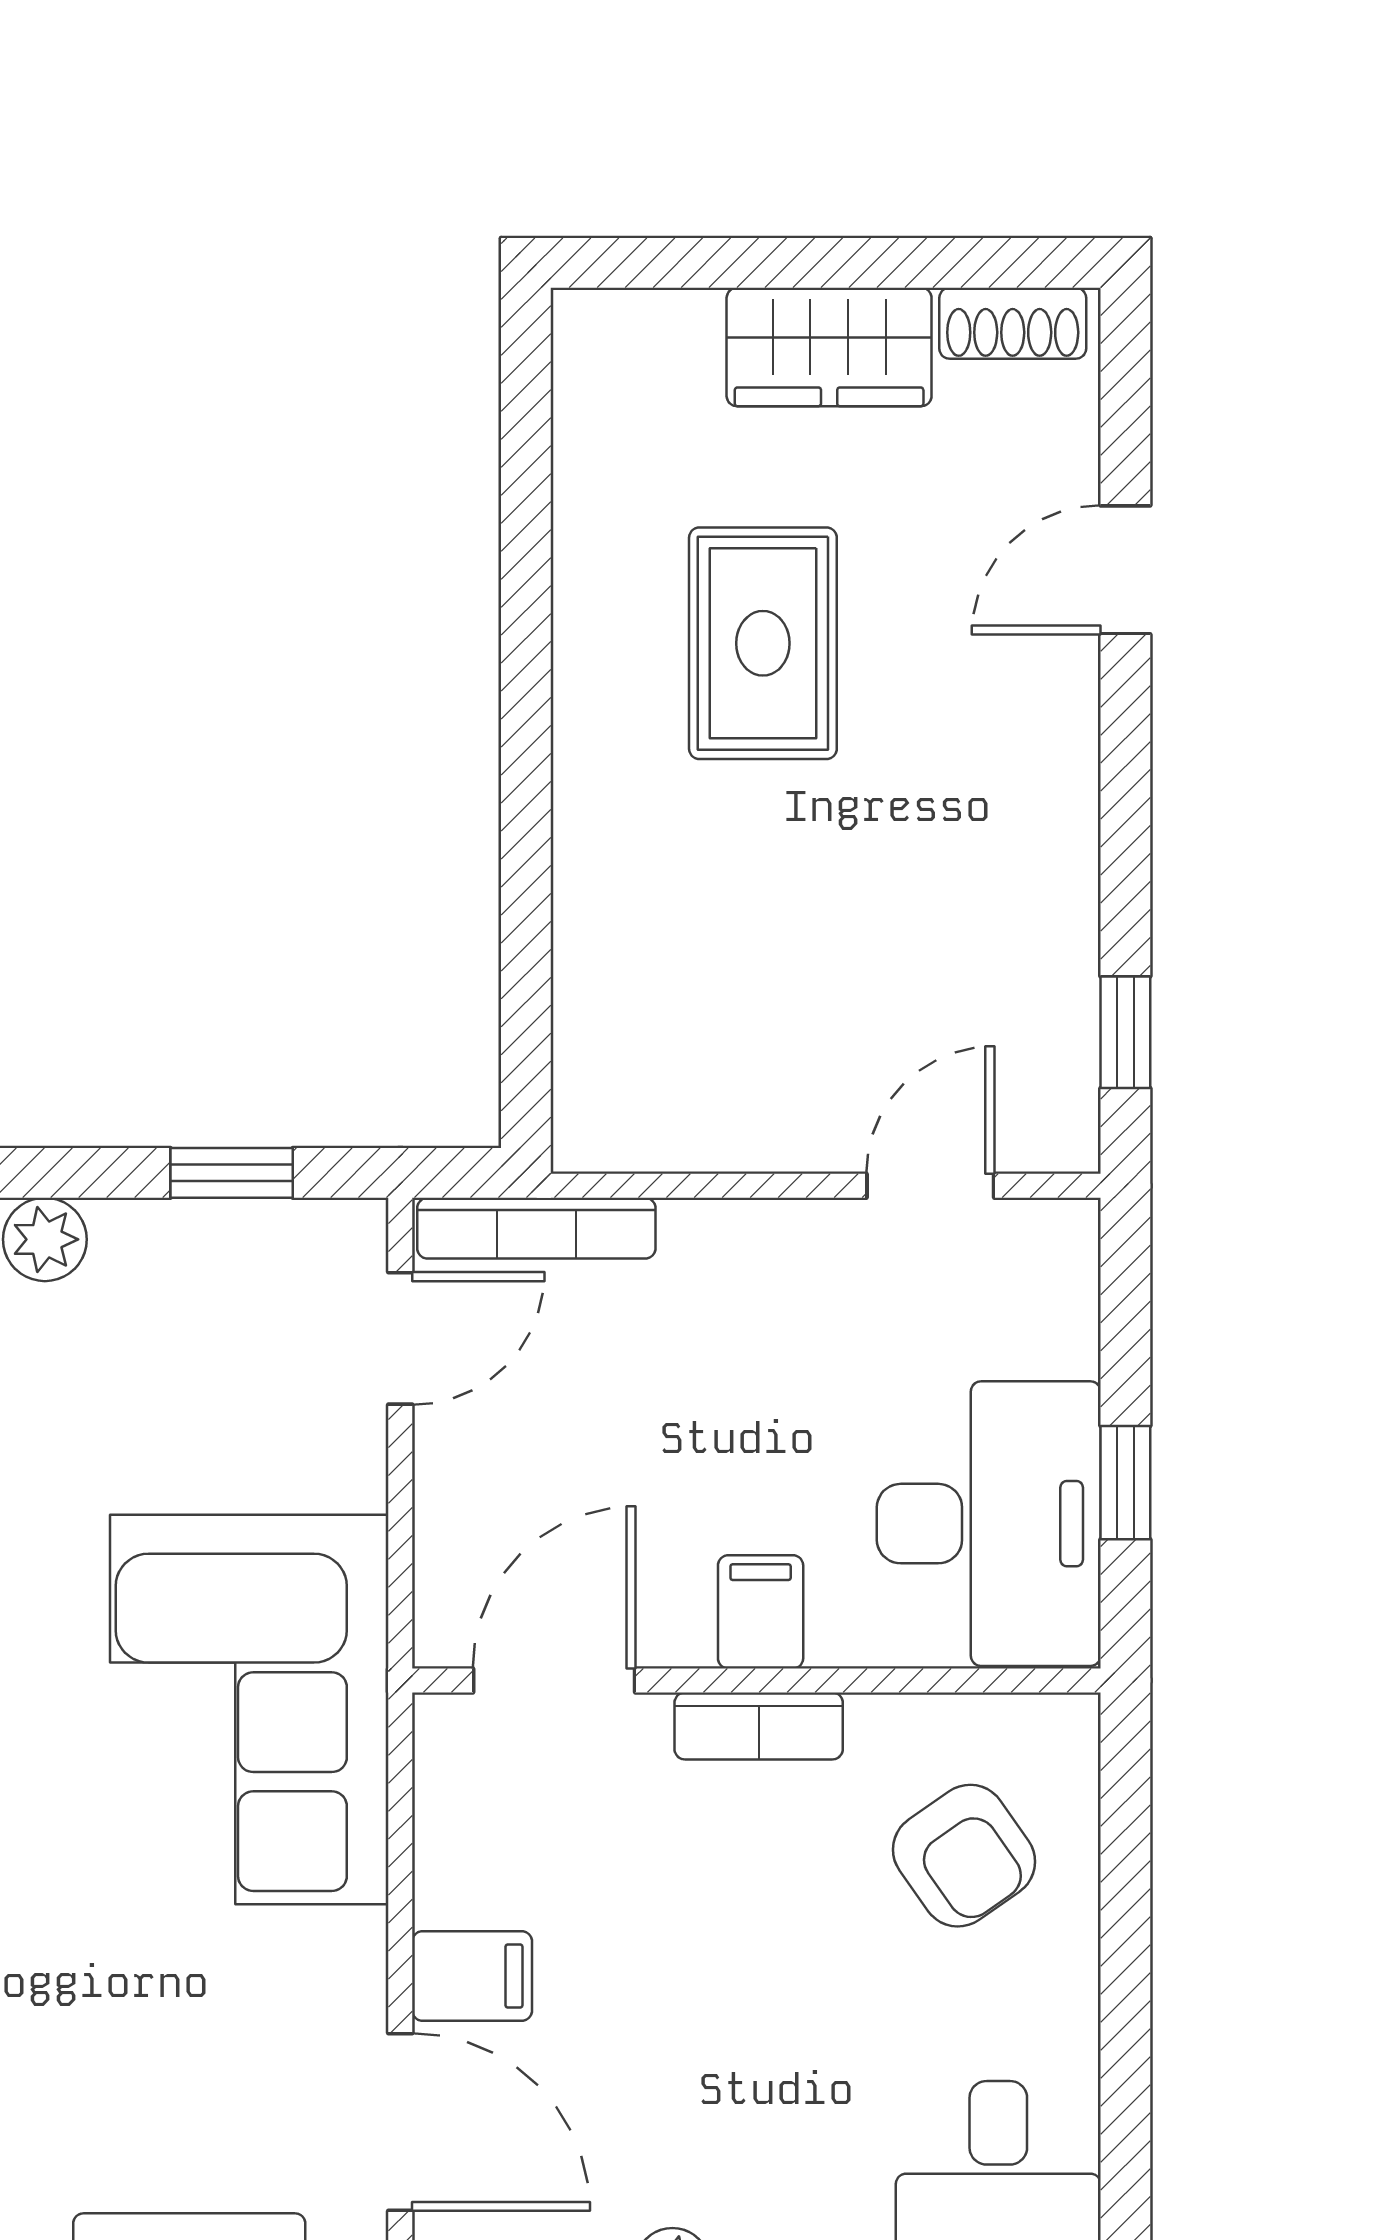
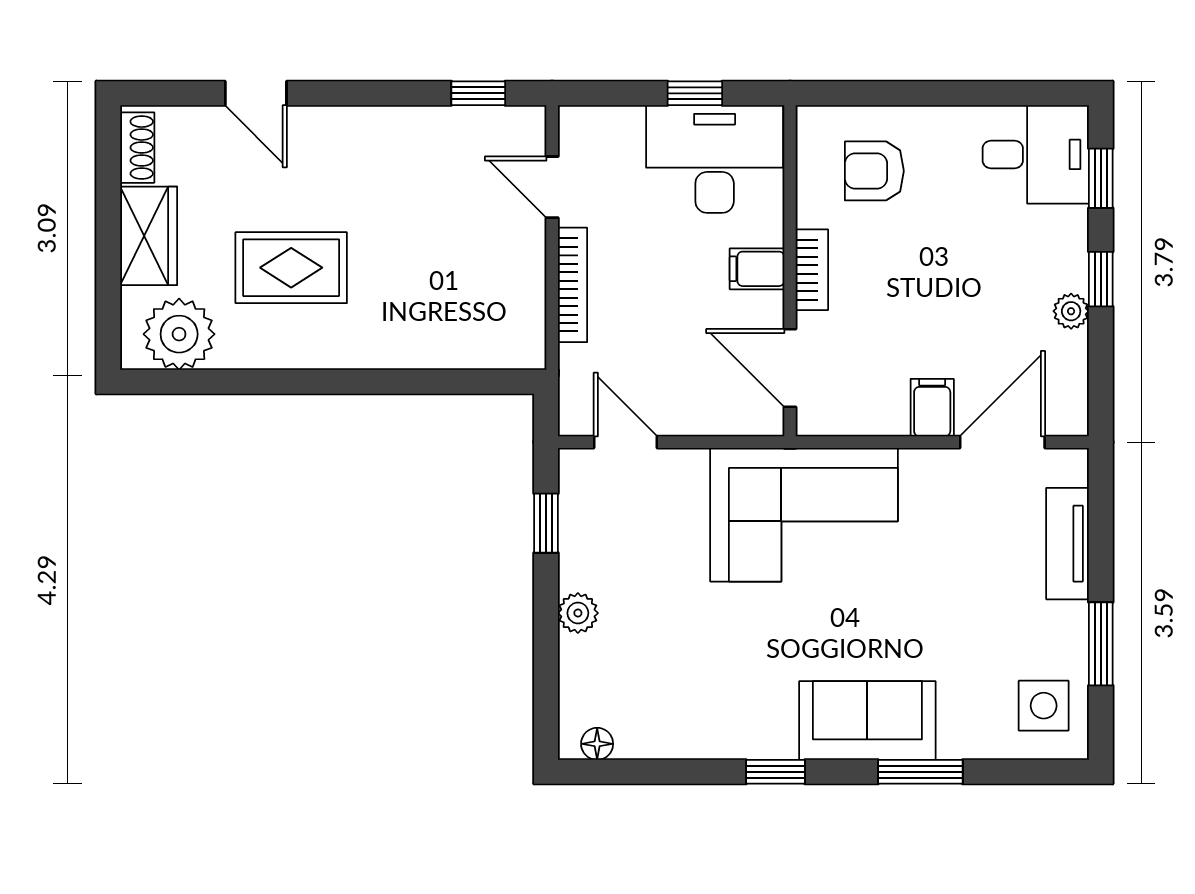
plant: (625, 410) -> (179, 334), added
bookcase: (536, 1228) -> (572, 285), moved
armchair: (964, 1856) -> (874, 171), turned -145

